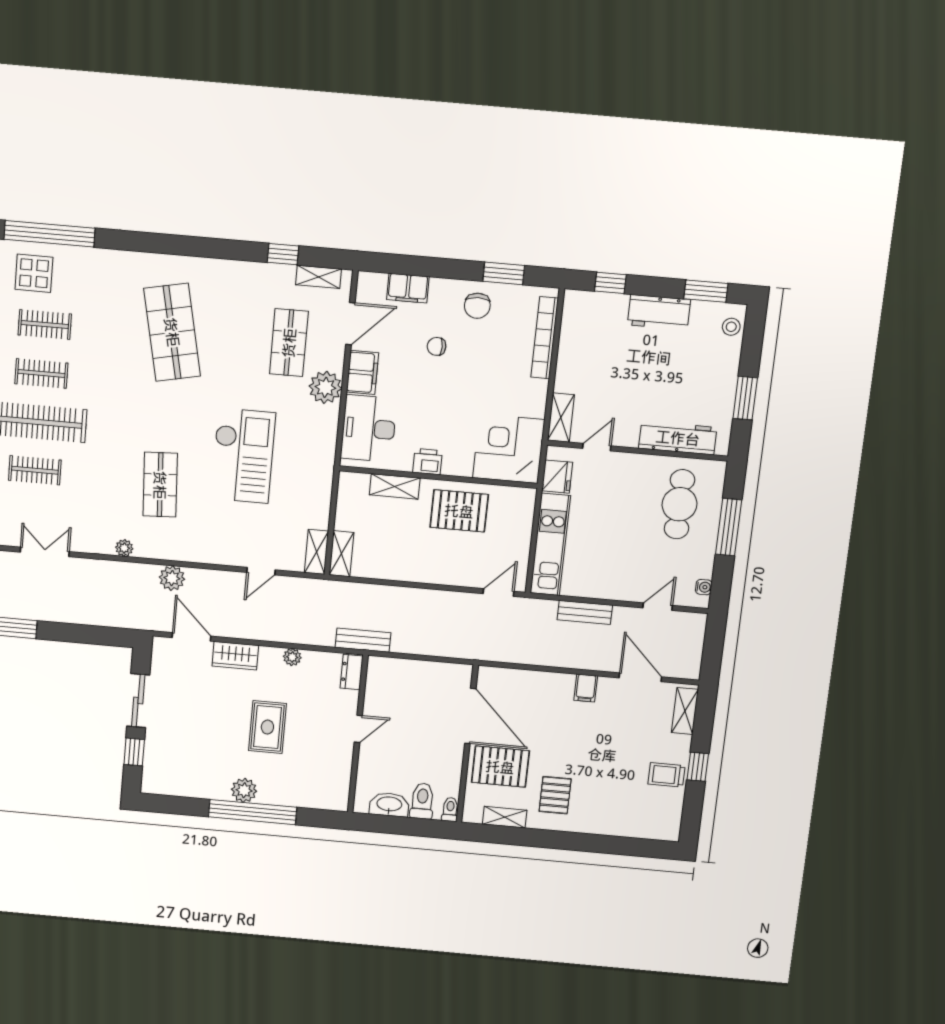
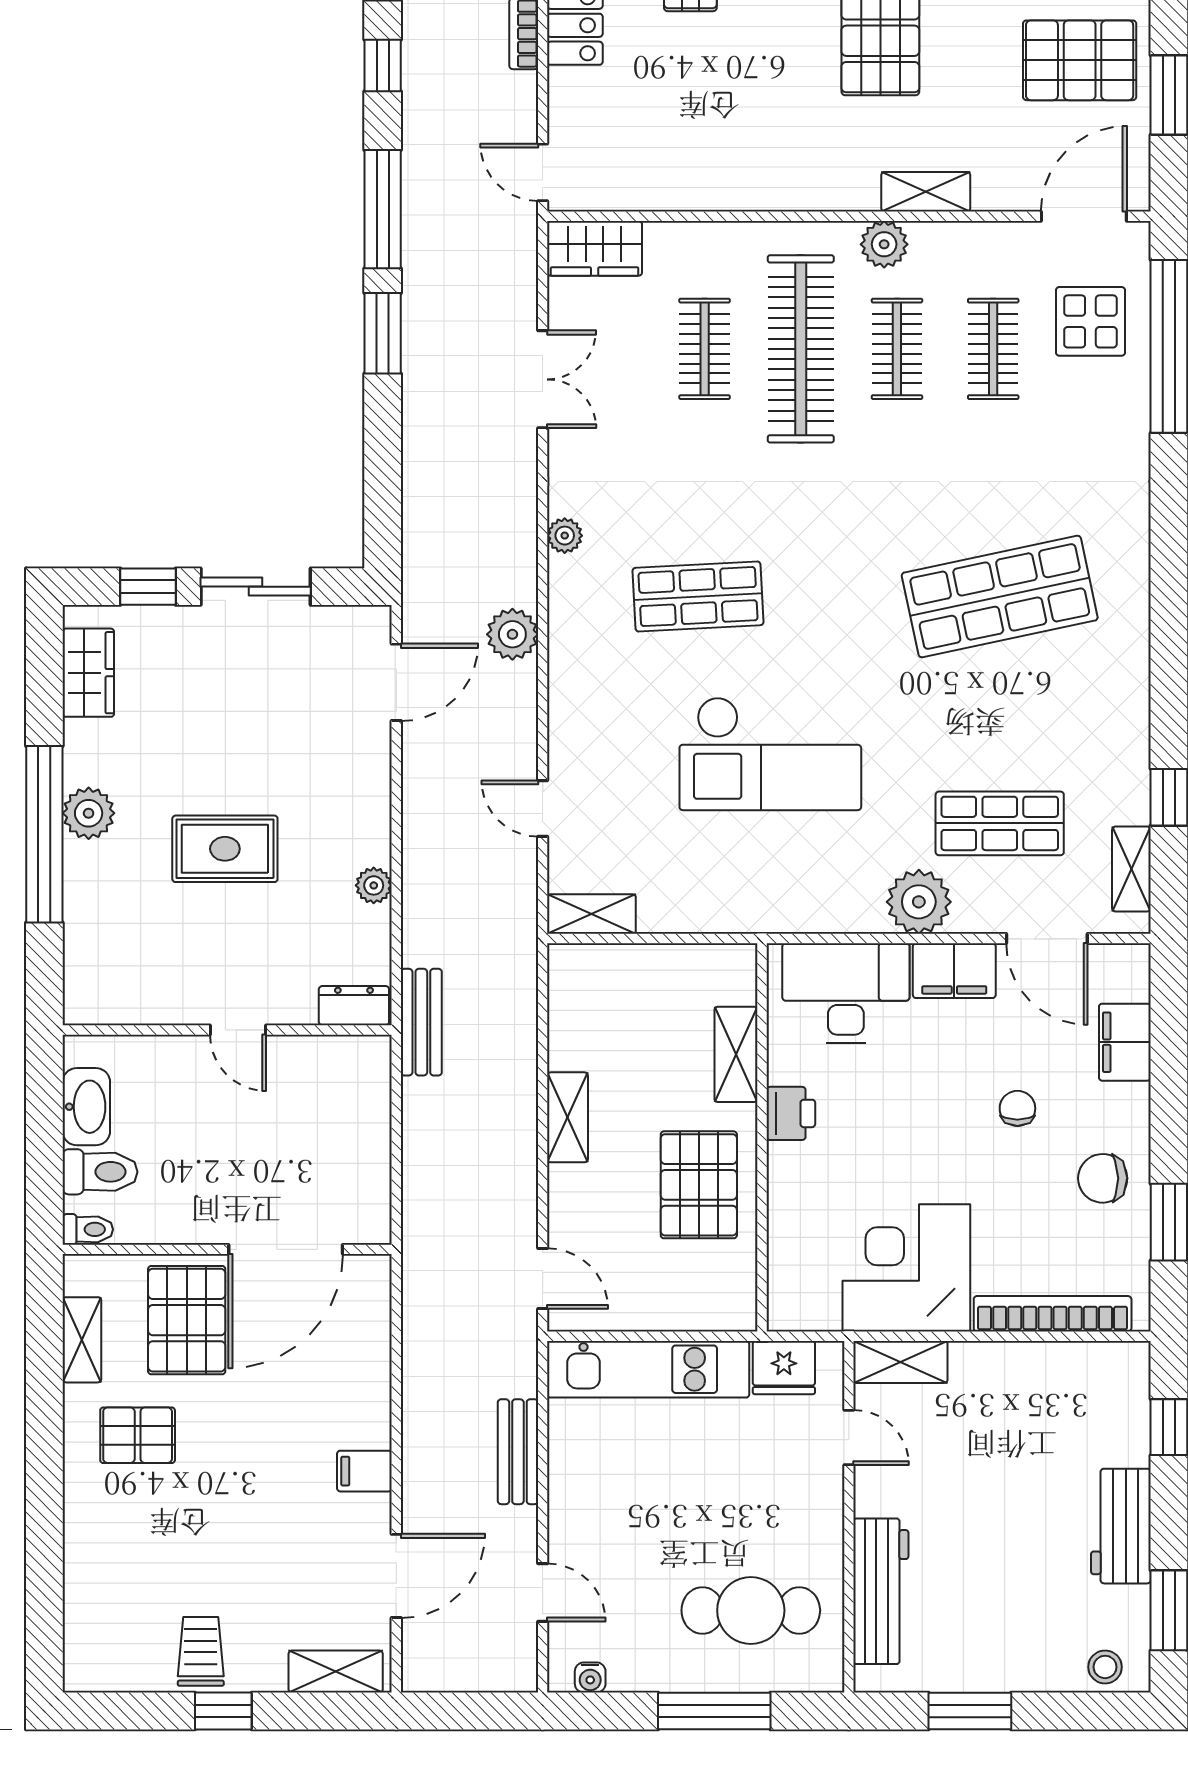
corner desk: (509, 449) -> (906, 1268), moved, turned -90
shelving: (341, 554) -> (567, 1117), moved, turned 90
wardrobe: (235, 656) -> (88, 673), moved, turned 180

